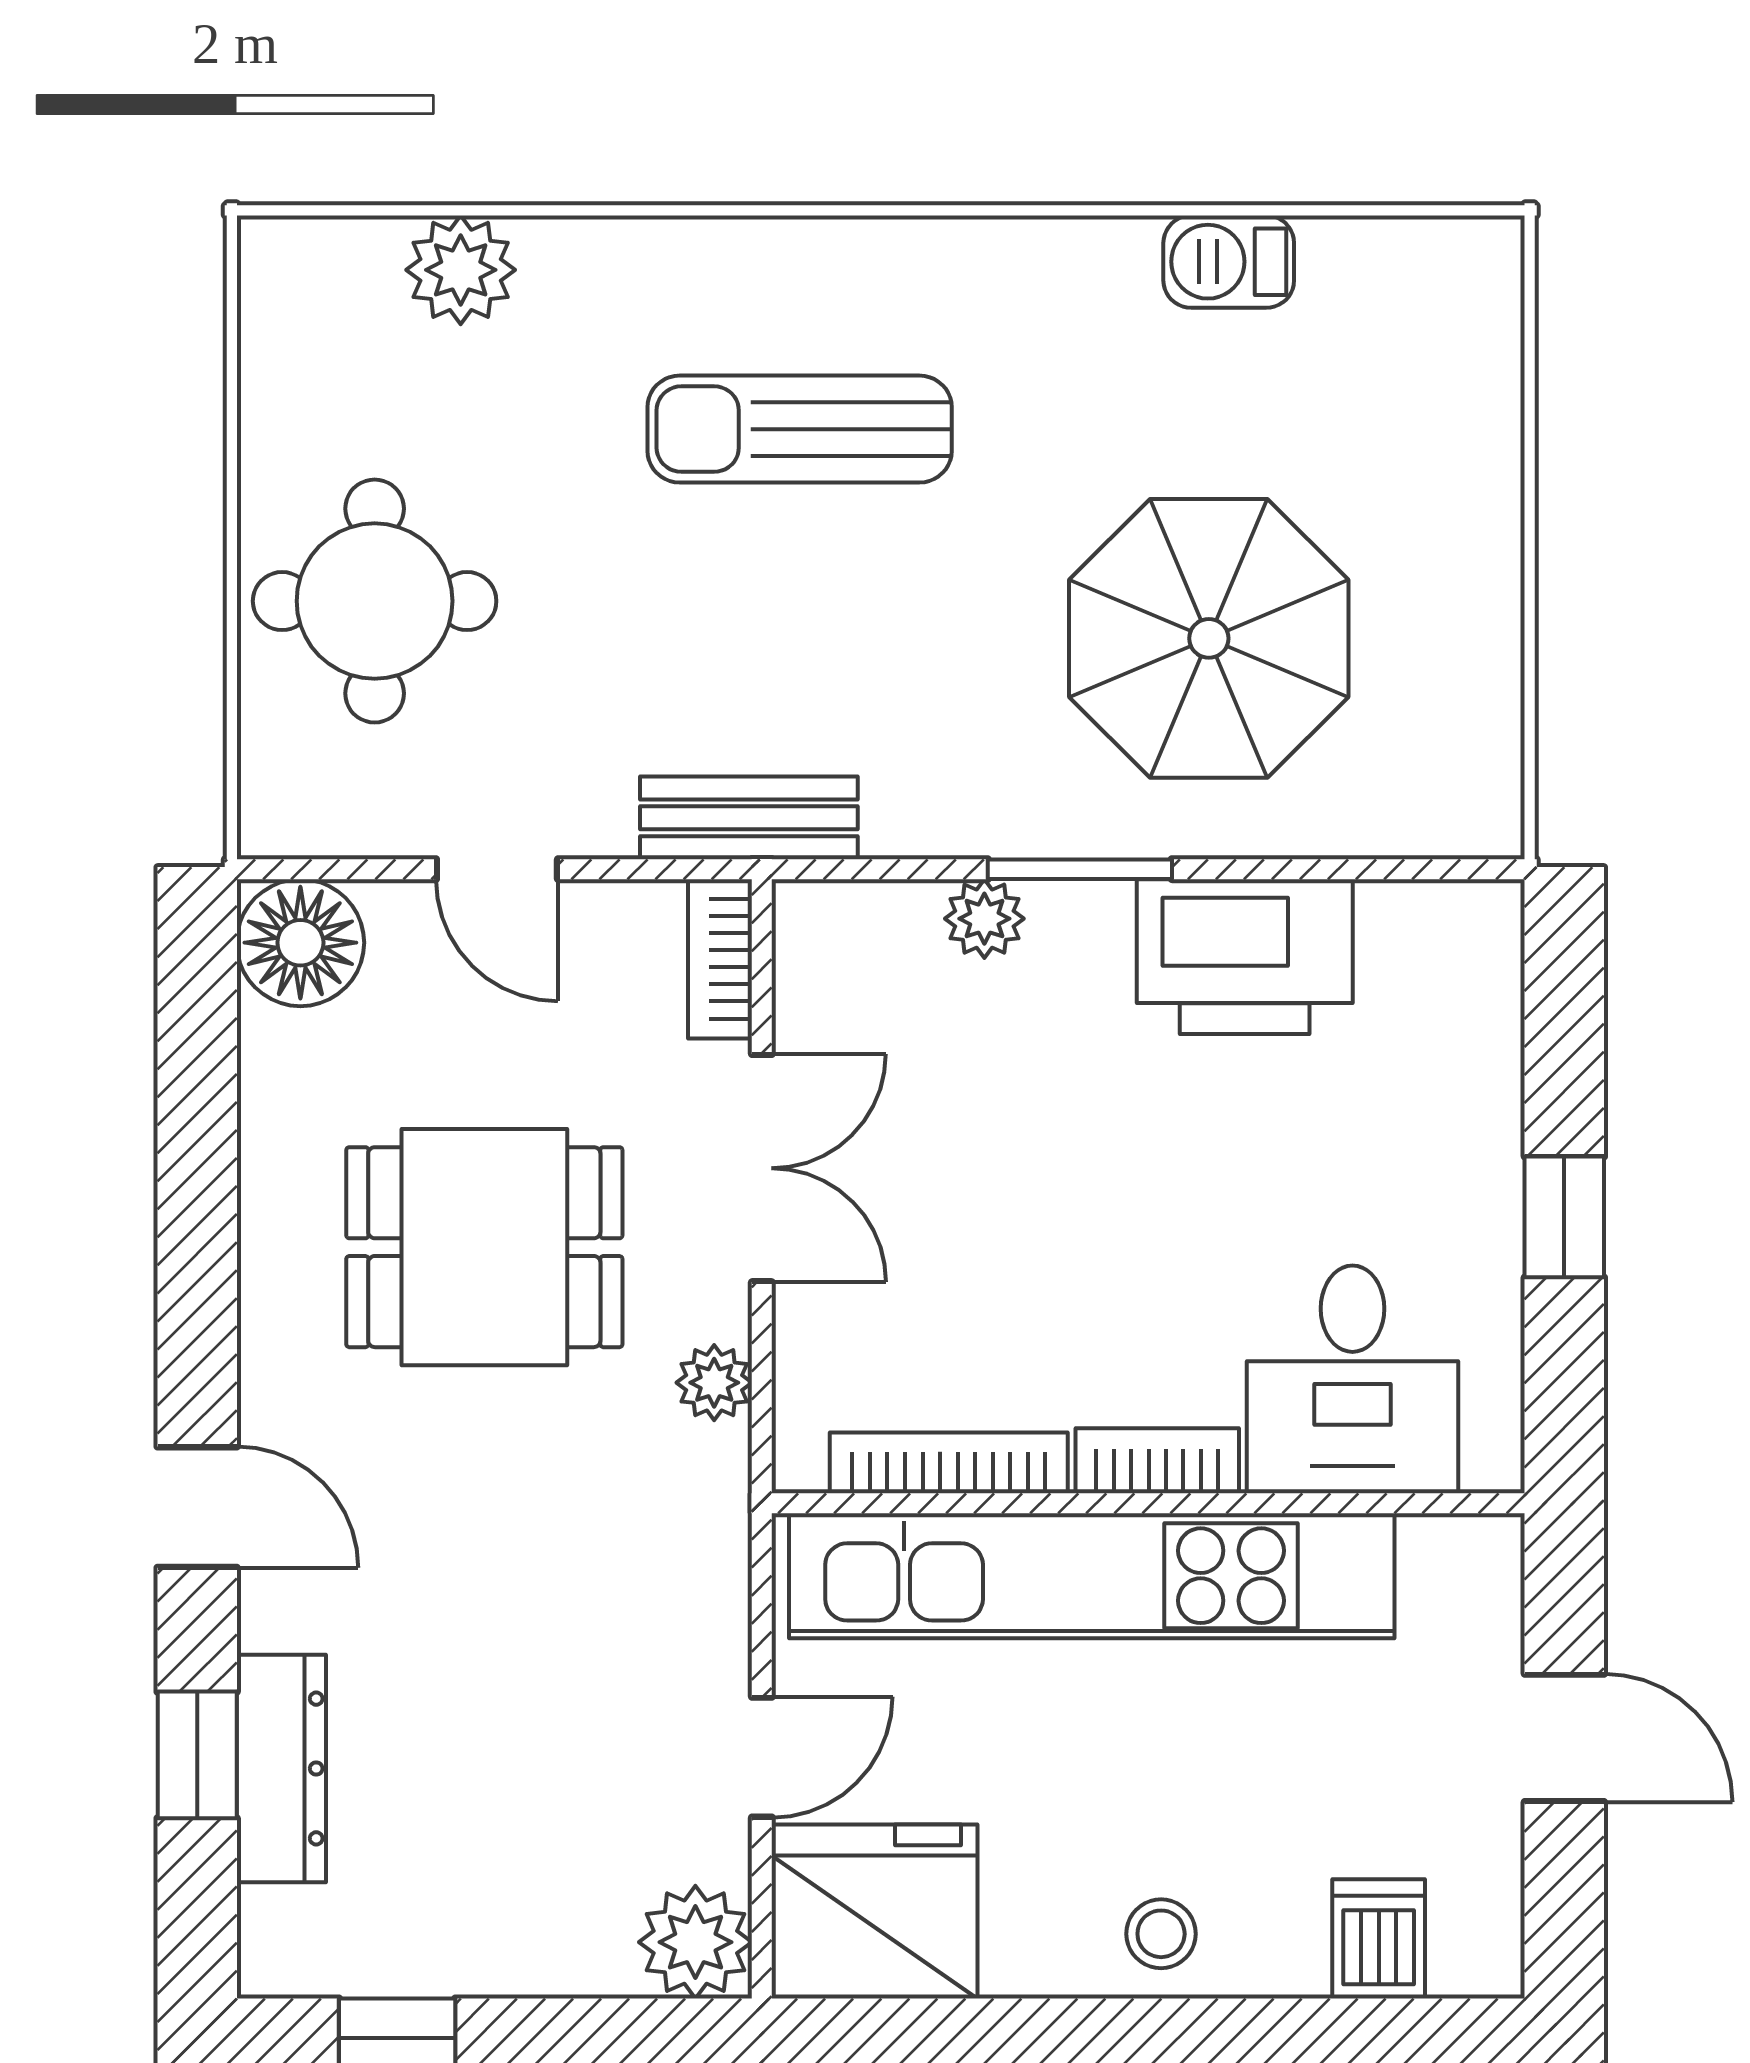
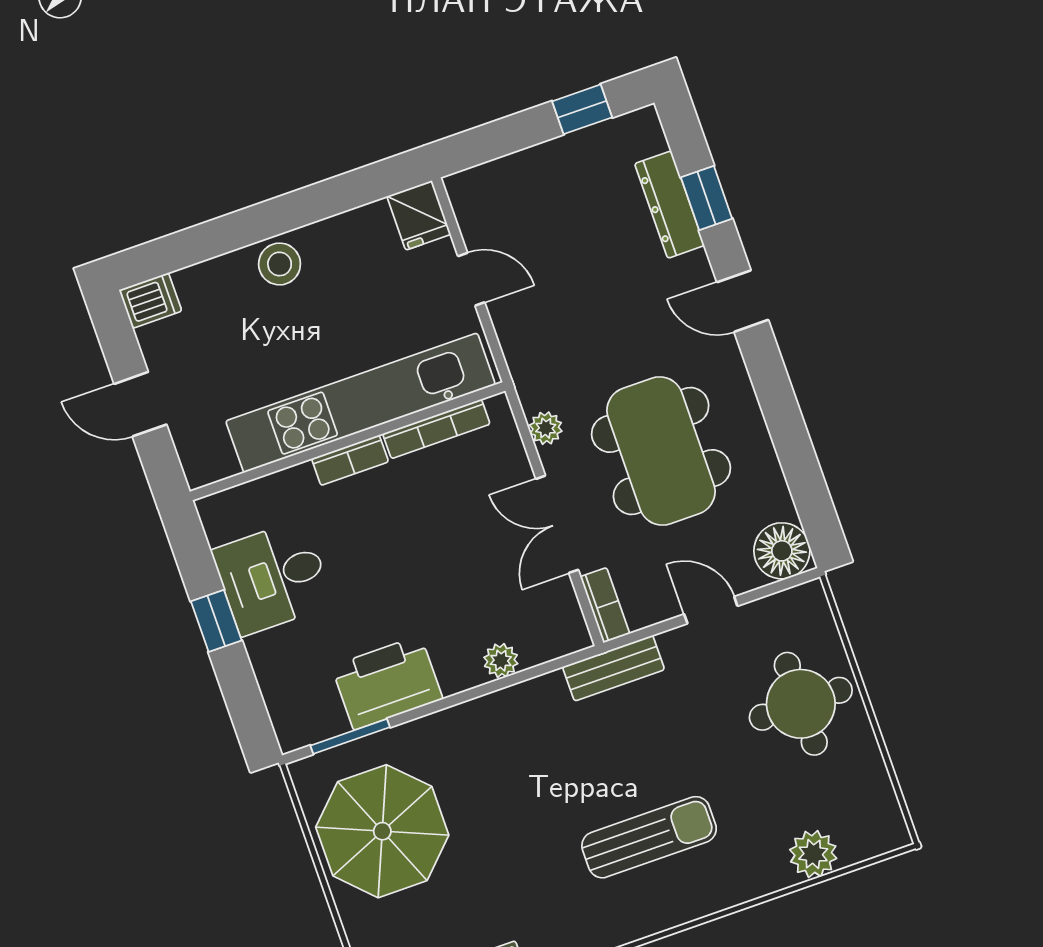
parasol: (1209, 638) -> (382, 831), moved
window: (1080, 869) -> (350, 736), moved
dining table: (484, 1247) -> (661, 451), width x1.38
desk: (1352, 1379) -> (273, 577), moved, turned -90
door: (762, 1757) -> (471, 279), swing flipped
fridge: (875, 1911) -> (419, 215), width x0.53, depth x0.75
stool: (1161, 1934) -> (280, 264), width x1.37, depth x1.37
dishwasher: (1379, 1939) -> (150, 301), moved, turned -90
plant: (695, 1942) -> (472, 193), removed

